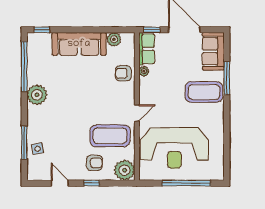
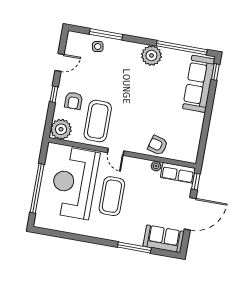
plant: (114, 39) -> (193, 142), removed
sofa: (79, 44) -> (199, 84), moved
armchair: (123, 73) -> (158, 145), turned -75
coffee table: (204, 92) -> (112, 196), moved

